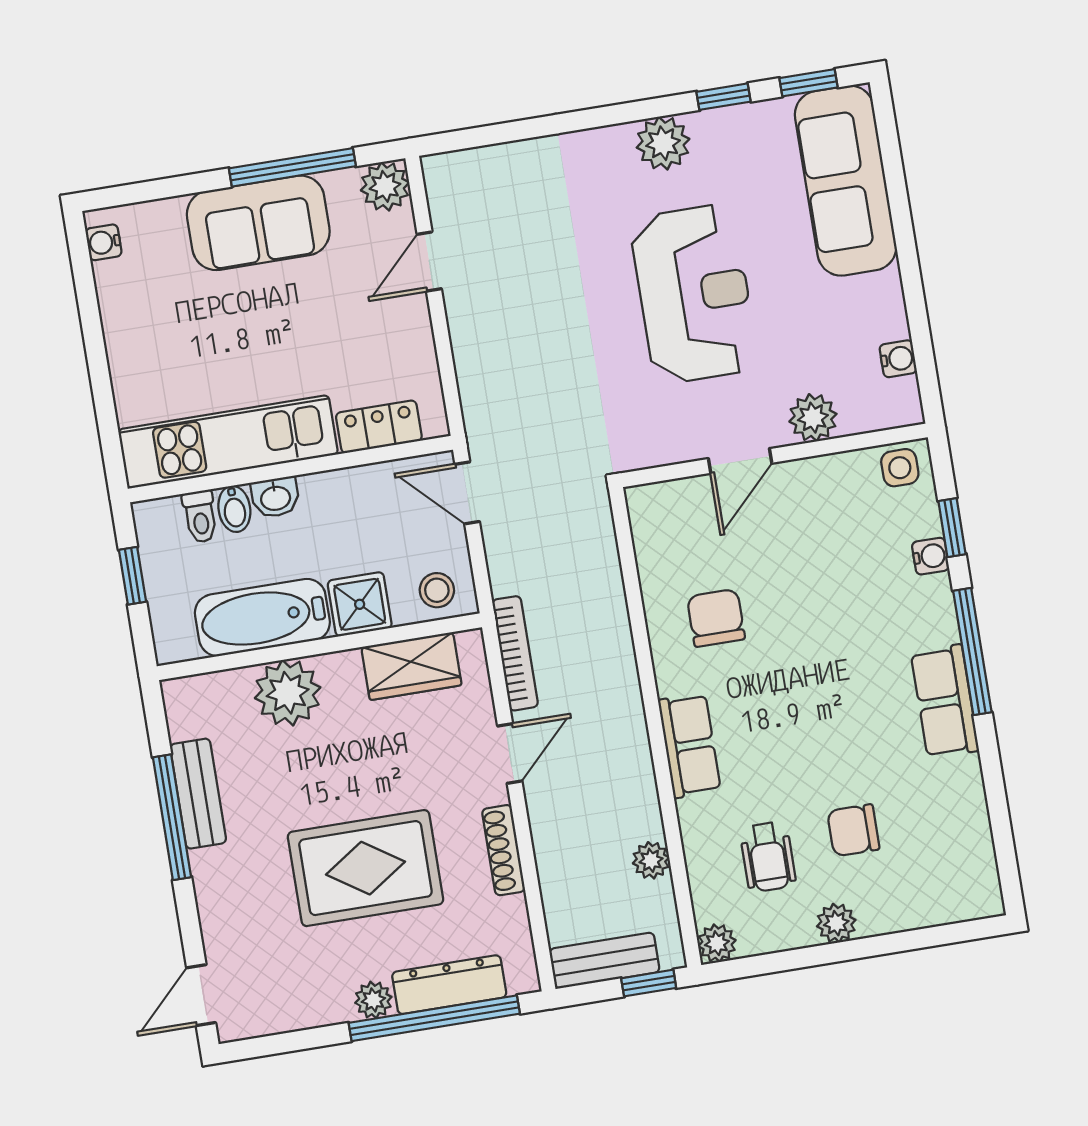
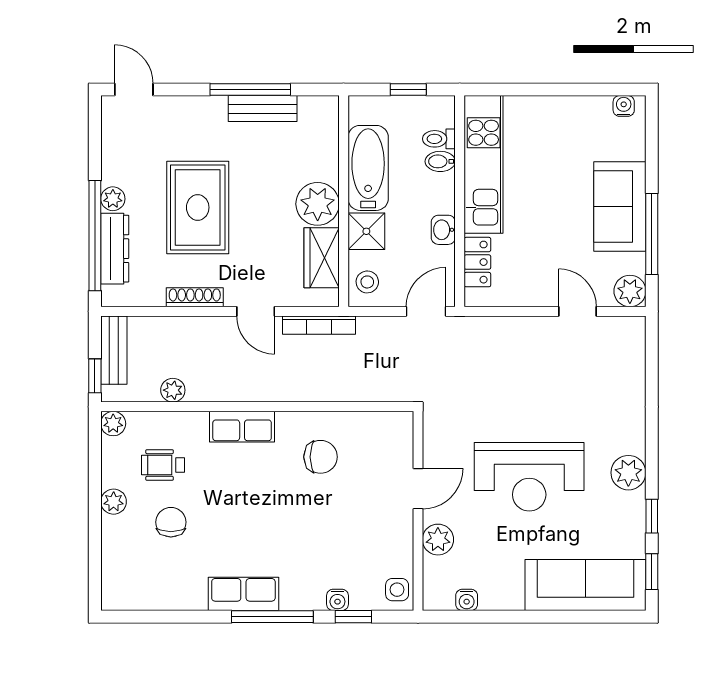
door: (740, 461) -> (418, 489), swing flipped
washbasin: (275, 497) -> (443, 230), moved
plant: (288, 693) -> (318, 204), moved

